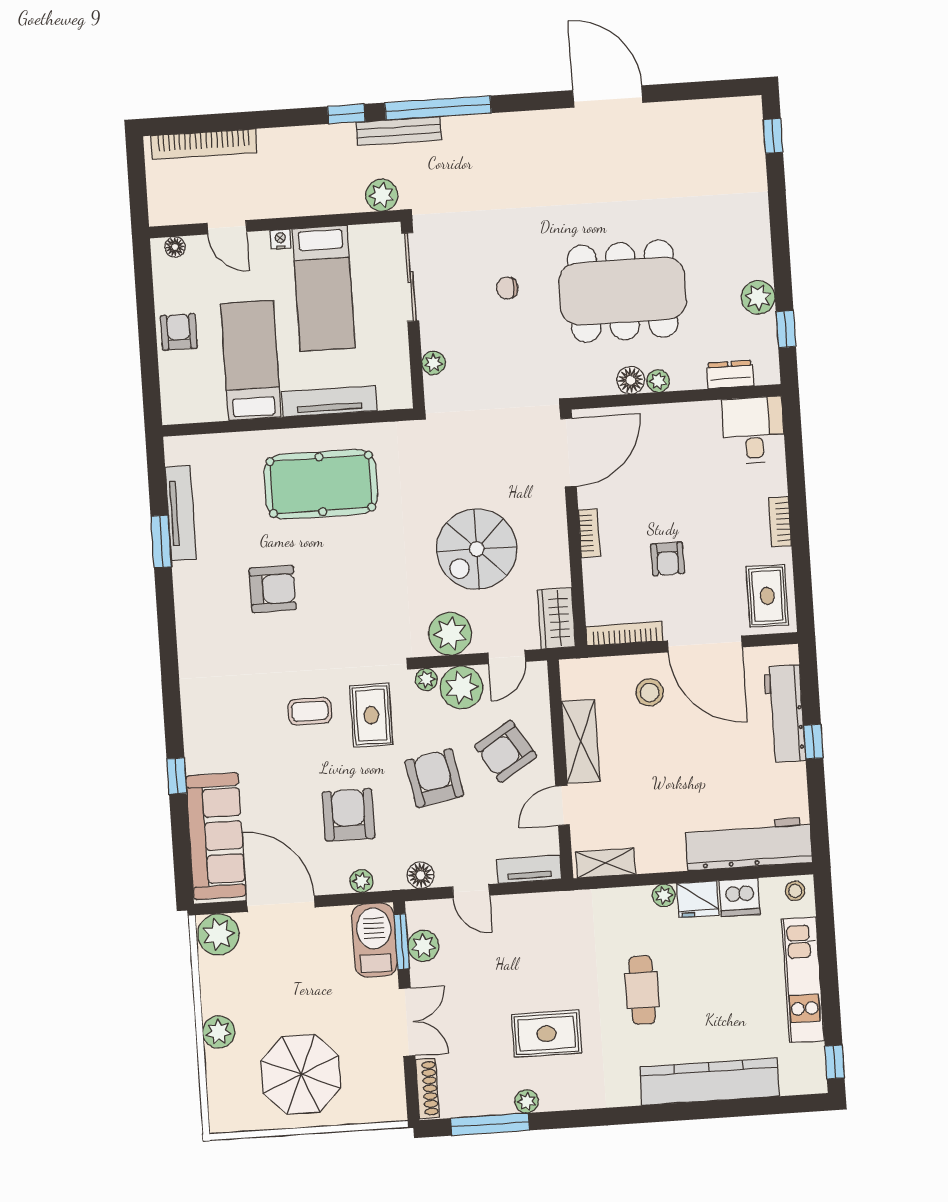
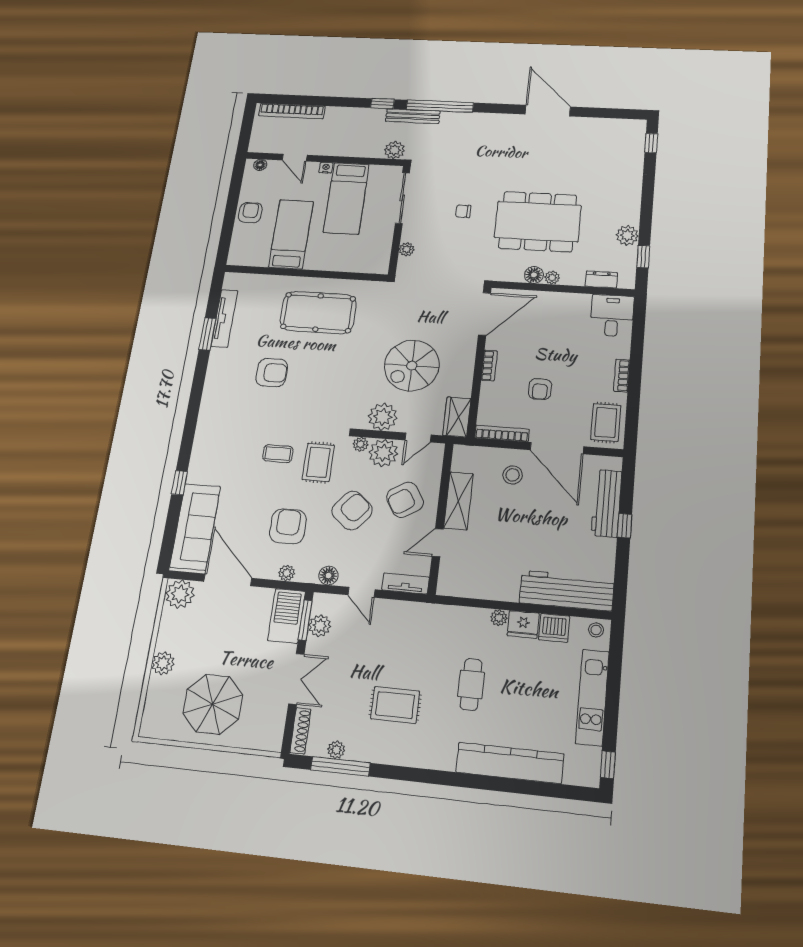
tv unit: (329, 401) -> (335, 264), removed
armchair: (434, 778) -> (352, 510), turned 51
shelving: (606, 863) -> (461, 588), removed
plant: (527, 1101) -> (336, 750), moved

